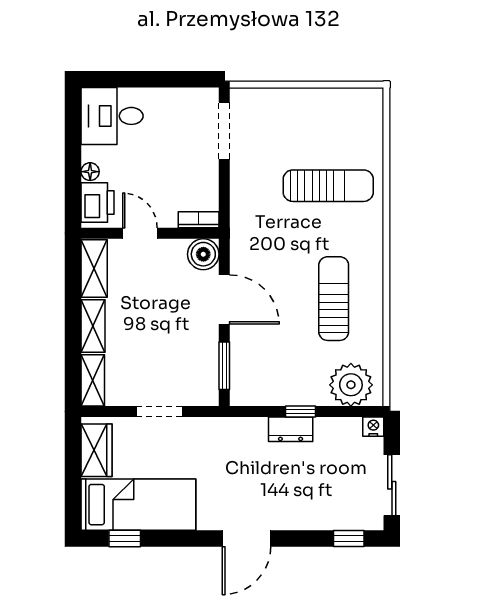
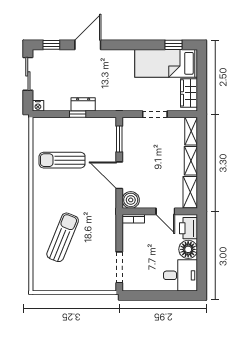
floor lamp: (90, 172) -> (188, 249), width x1.89, depth x1.89
sun lounger: (328, 186) -> (63, 237), turned 112
sun lounger: (334, 299) -> (62, 160), moved, turned 90
plant: (351, 385) -> (50, 129), removed
door: (247, 538) -> (88, 45), moved

